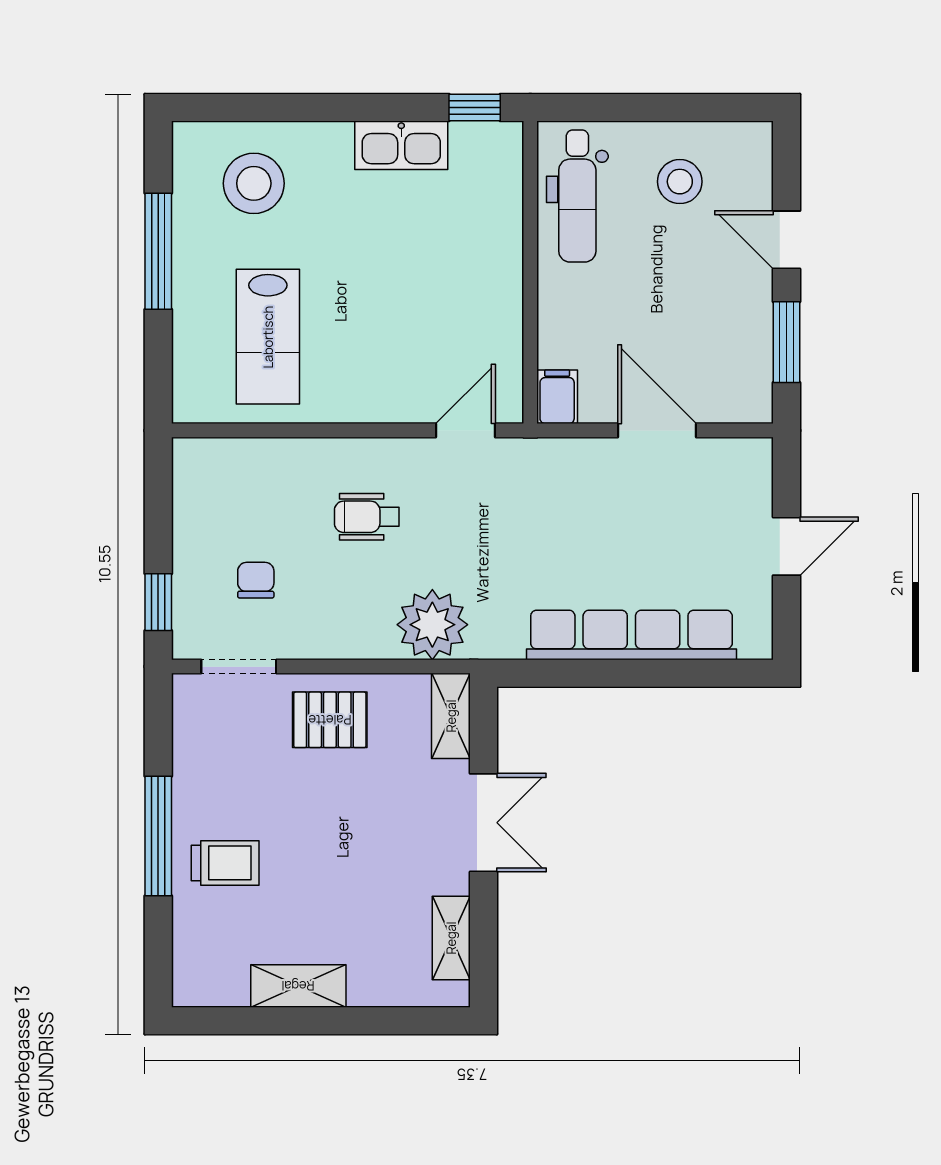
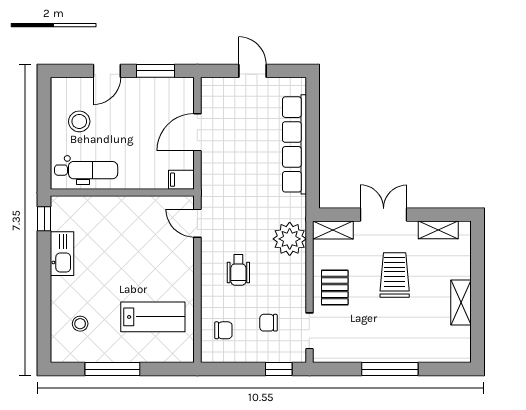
stool: (254, 183) -> (80, 324), width x0.53, depth x0.53
chair: (240, 485) -> (223, 330), added
trolley: (225, 863) -> (395, 275), moved, width x1.36, depth x1.39

